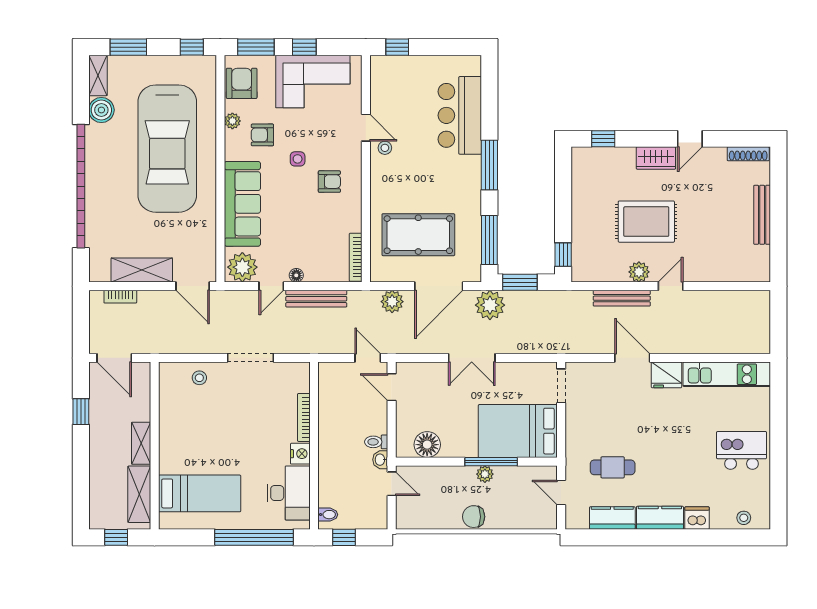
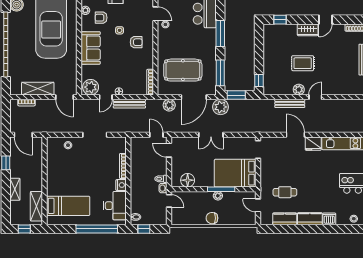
sofa: (242, 204) -> (91, 48), width x0.73
rug: (646, 222) -> (303, 63), width x0.73, depth x0.70
shelving: (141, 443) -> (15, 189), moved

